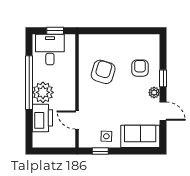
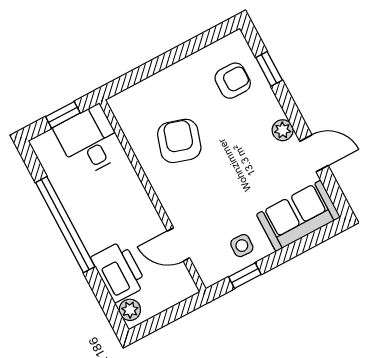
desk: (50, 49) -> (89, 141), moved
armchair: (140, 68) -> (233, 81), moved, turned 90
window: (163, 78) -> (269, 69), moved
plant: (43, 92) -> (130, 310), moved, width x0.53, depth x0.53

